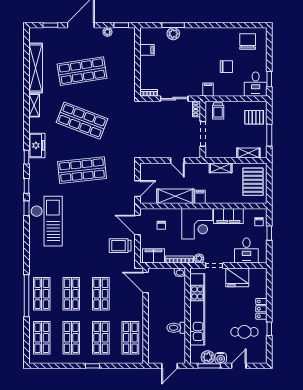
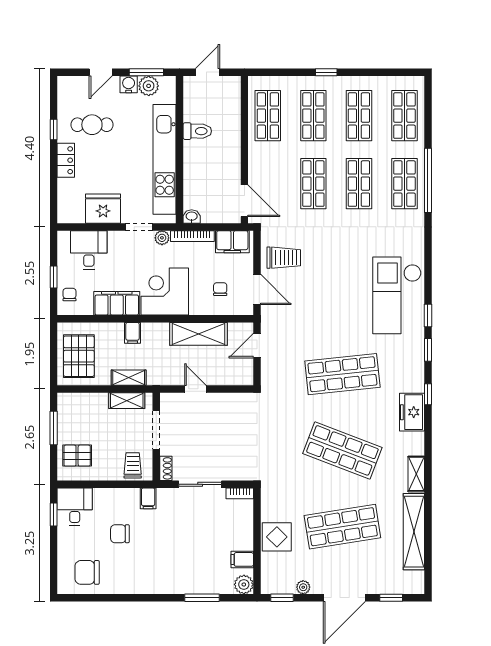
plant: (173, 34) -> (244, 584), moved
chair: (248, 42) -> (87, 572), turned 90
display table: (125, 65) -> (277, 537), added
shelving: (248, 153) -> (127, 401), moved
filing cabinet: (200, 197) -> (133, 333), moved

